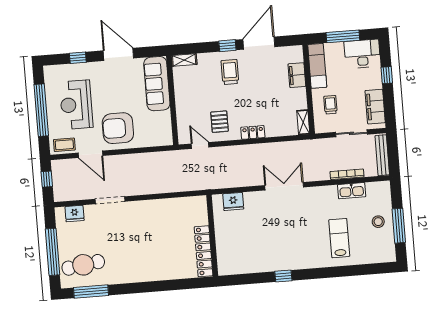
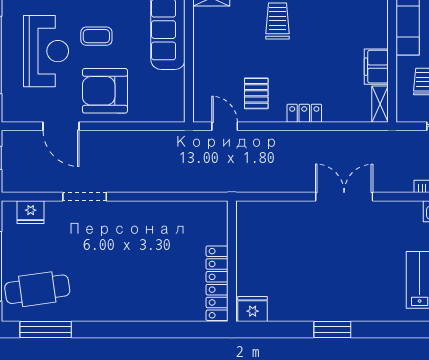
filing cabinet: (297, 75) -> (376, 67), moved
reception desk: (76, 105) -> (46, 51), turned 180
coffee table: (64, 145) -> (96, 36), moved
fridge: (233, 201) -> (253, 309), moved, turned 180
window: (283, 276) -> (332, 330), width x1.50

